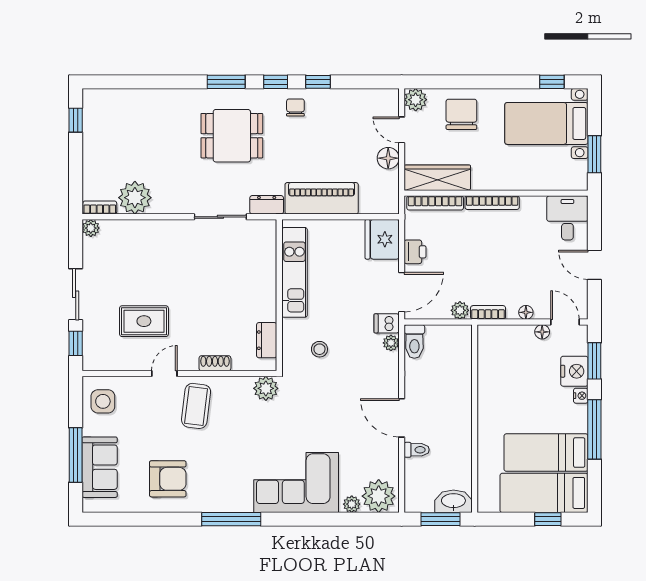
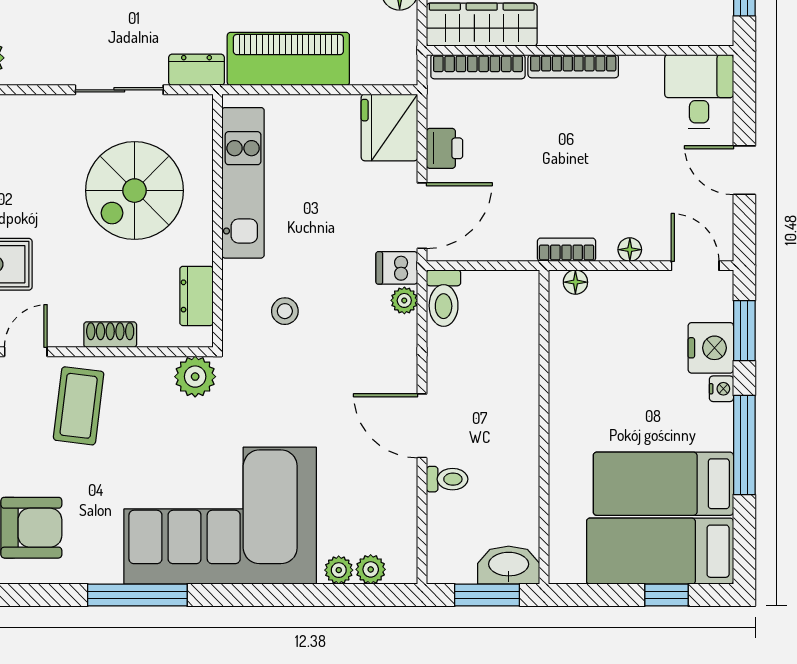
spiral stairs: (230, 277) -> (135, 191), added
plant: (460, 310) -> (519, 246), removed
floor lamp: (542, 332) -> (575, 282), moved
corner sofa: (296, 483) -> (220, 516), width x1.36, depth x1.36
plant: (379, 496) -> (371, 569), width x0.53, depth x0.53

